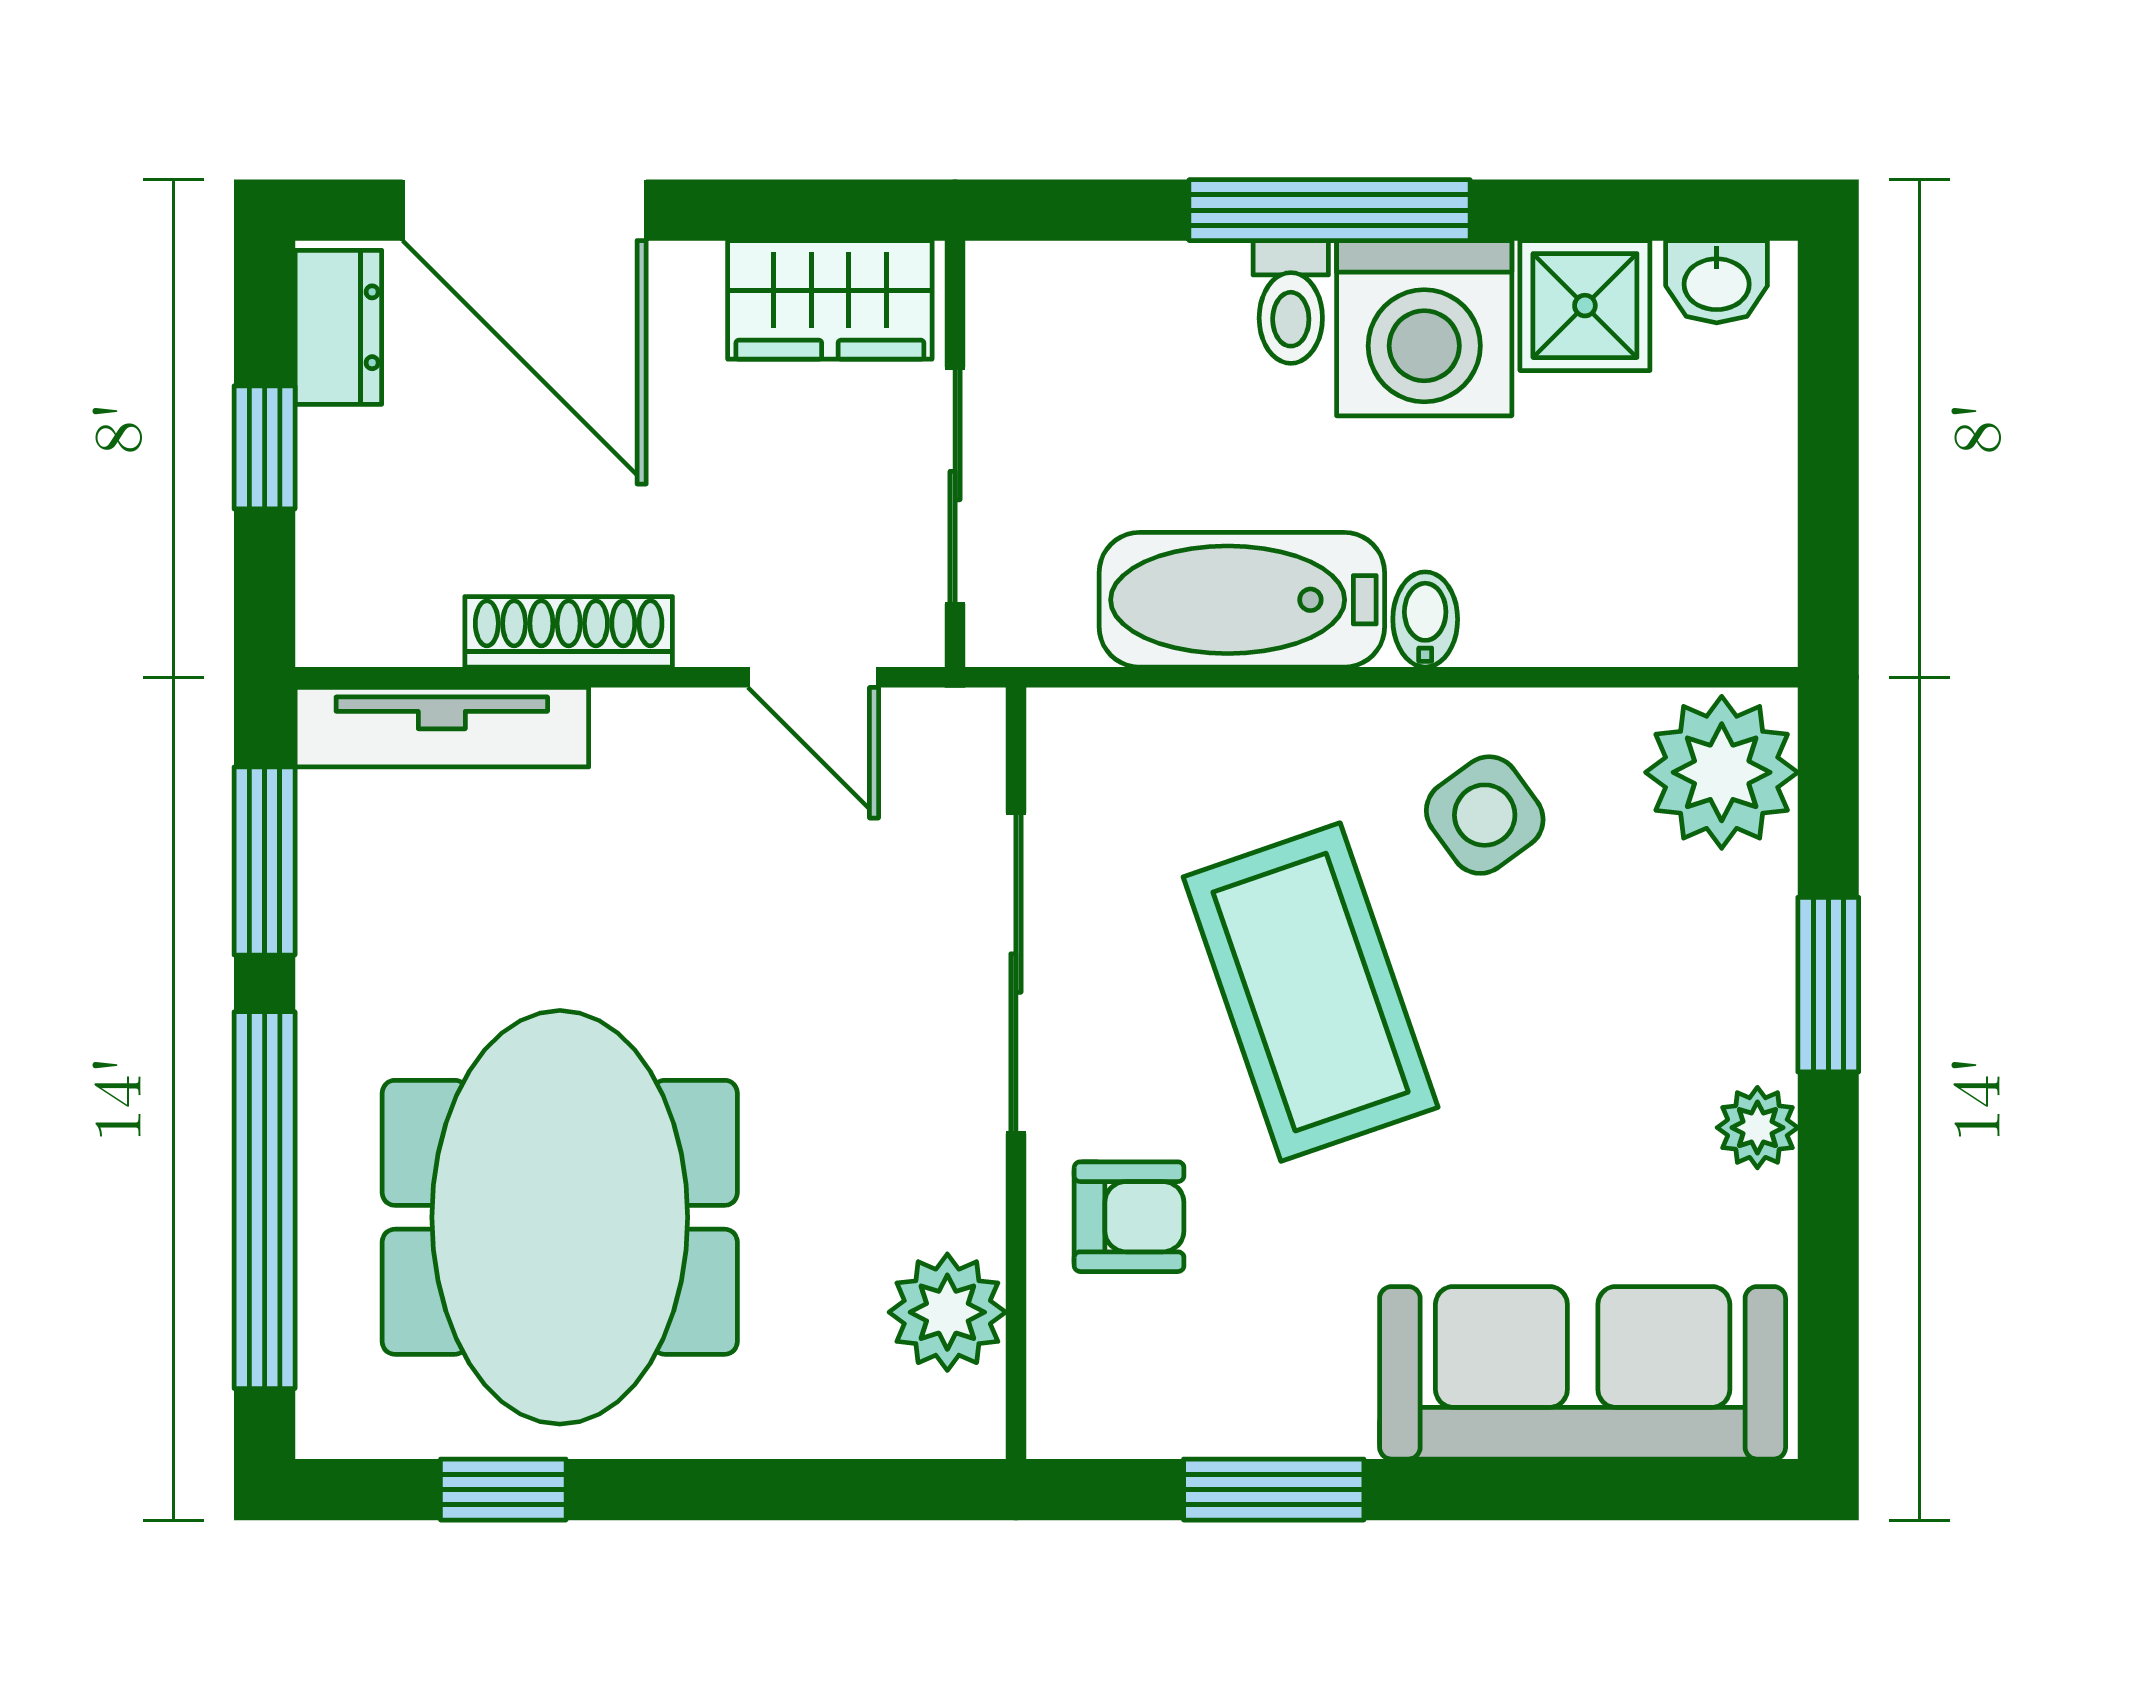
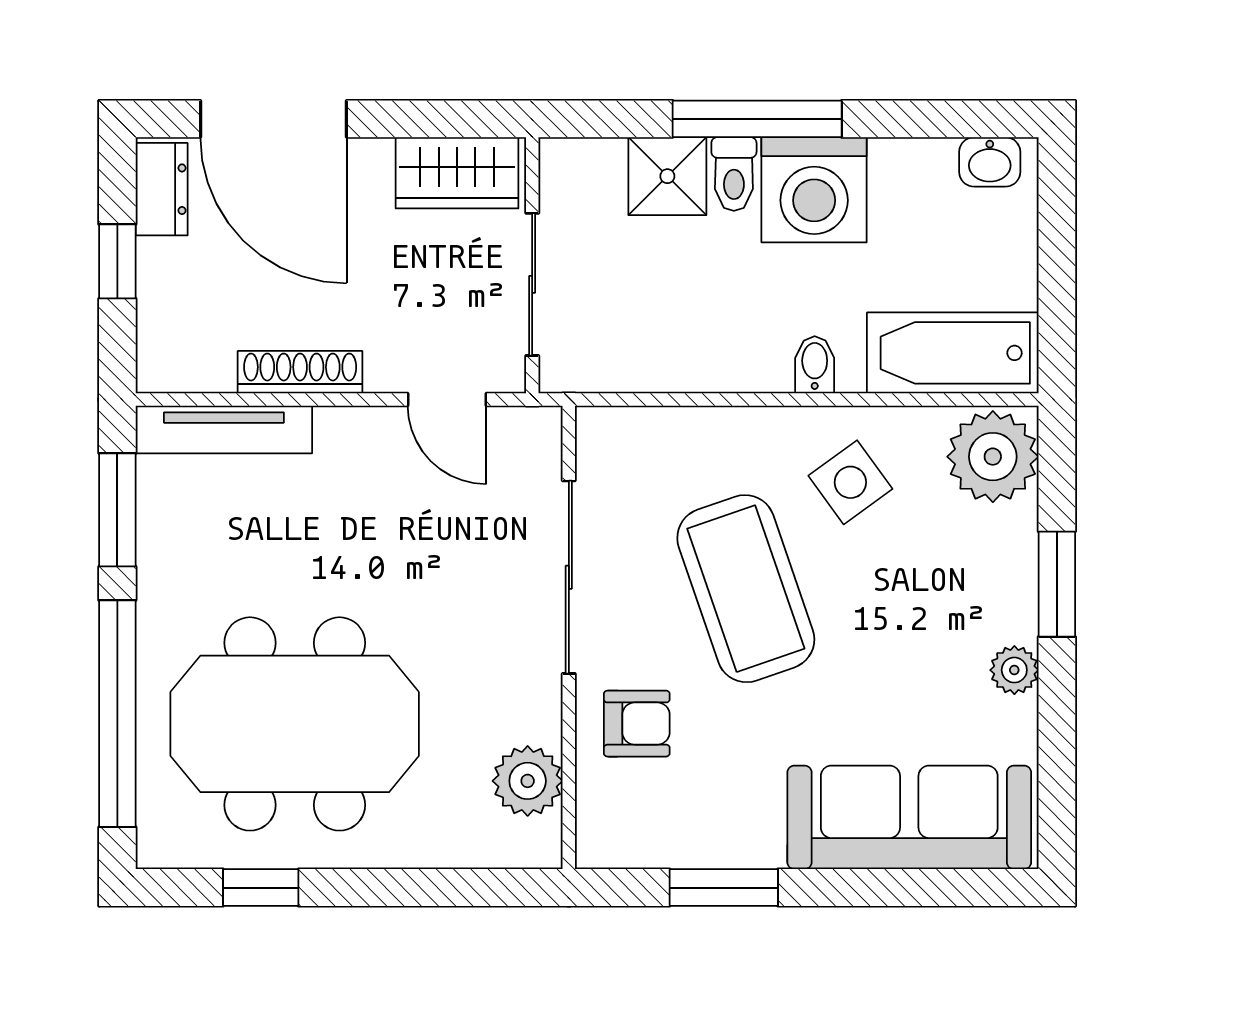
shower: (1585, 306) -> (667, 176), moved
bathtub: (1242, 600) -> (953, 353), moved
meeting table: (560, 1217) -> (295, 724), turned 90

